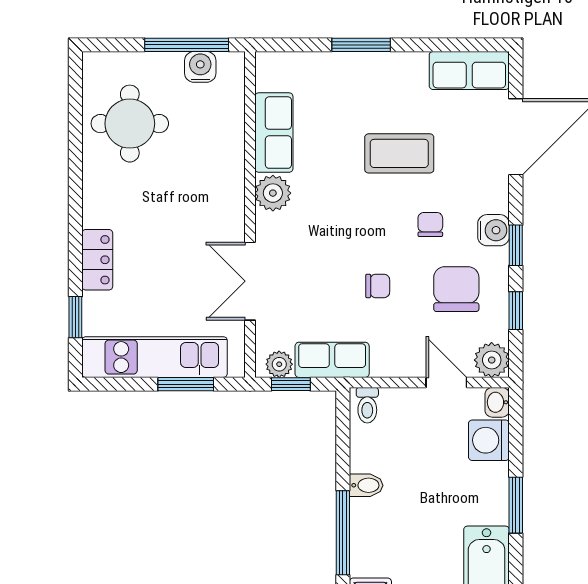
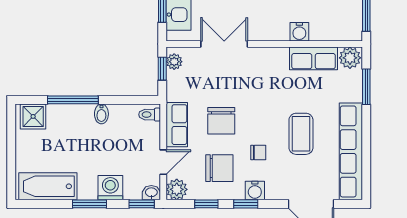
window: (361, 45) -> (366, 87), moved
water cooler: (200, 67) -> (299, 32), moved, turned 90
row of seats: (469, 70) -> (351, 151), width x2.02
plant: (273, 193) -> (350, 58), moved
chair: (378, 286) -> (221, 121), width x1.87, depth x1.87
row of seats: (332, 360) -> (177, 125), moved
window: (516, 418) -> (142, 204), added
washing machine: (489, 440) -> (110, 188), moved

